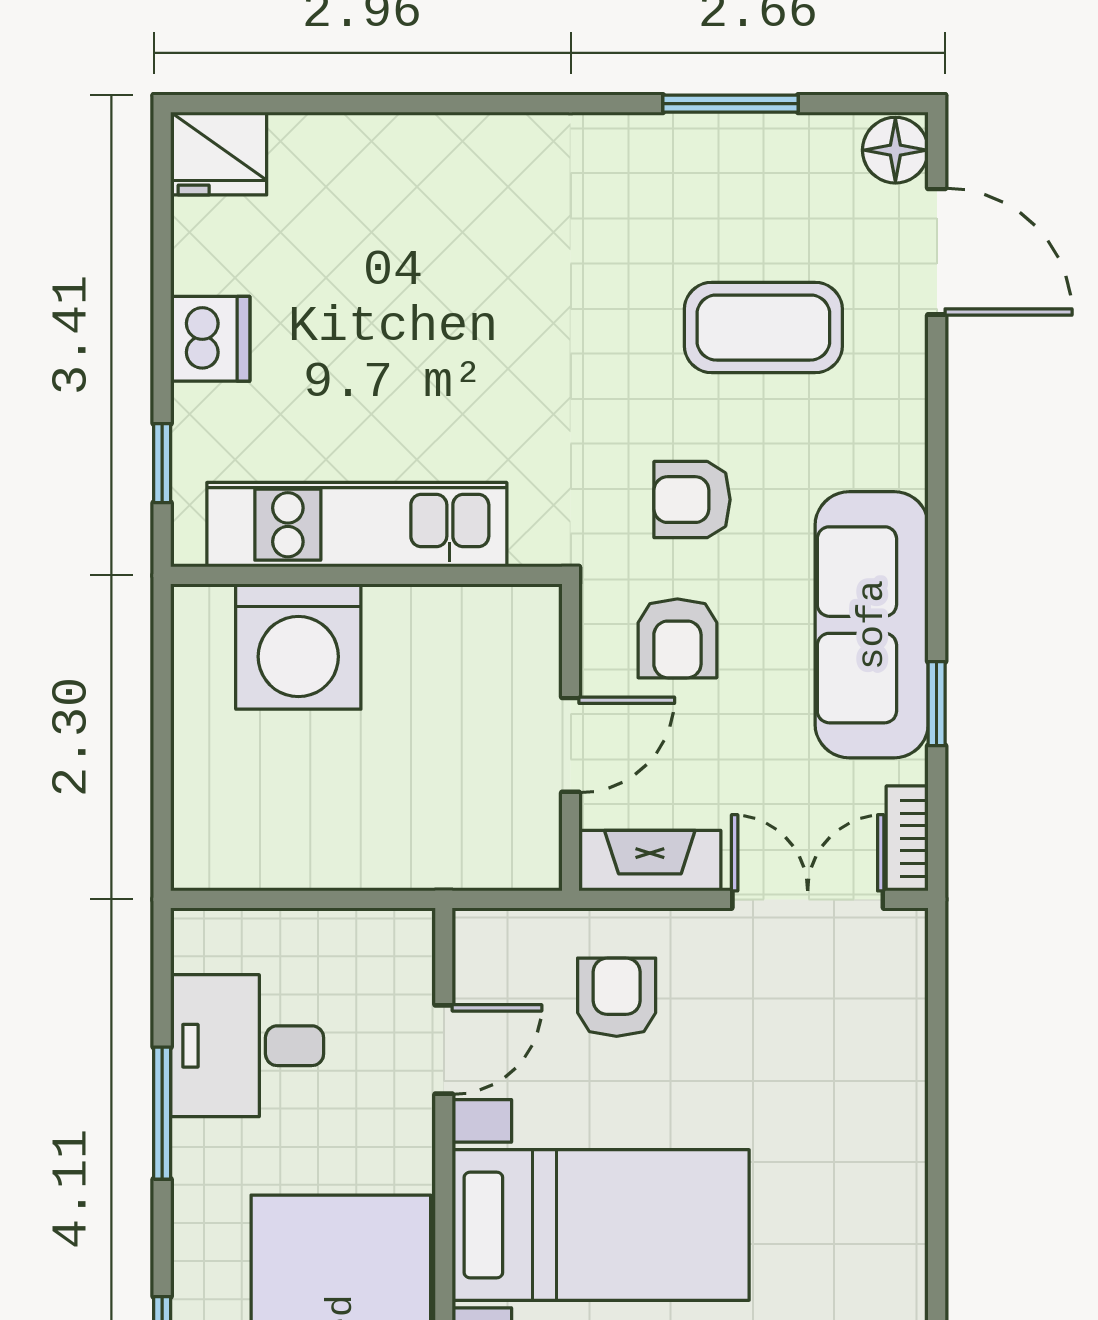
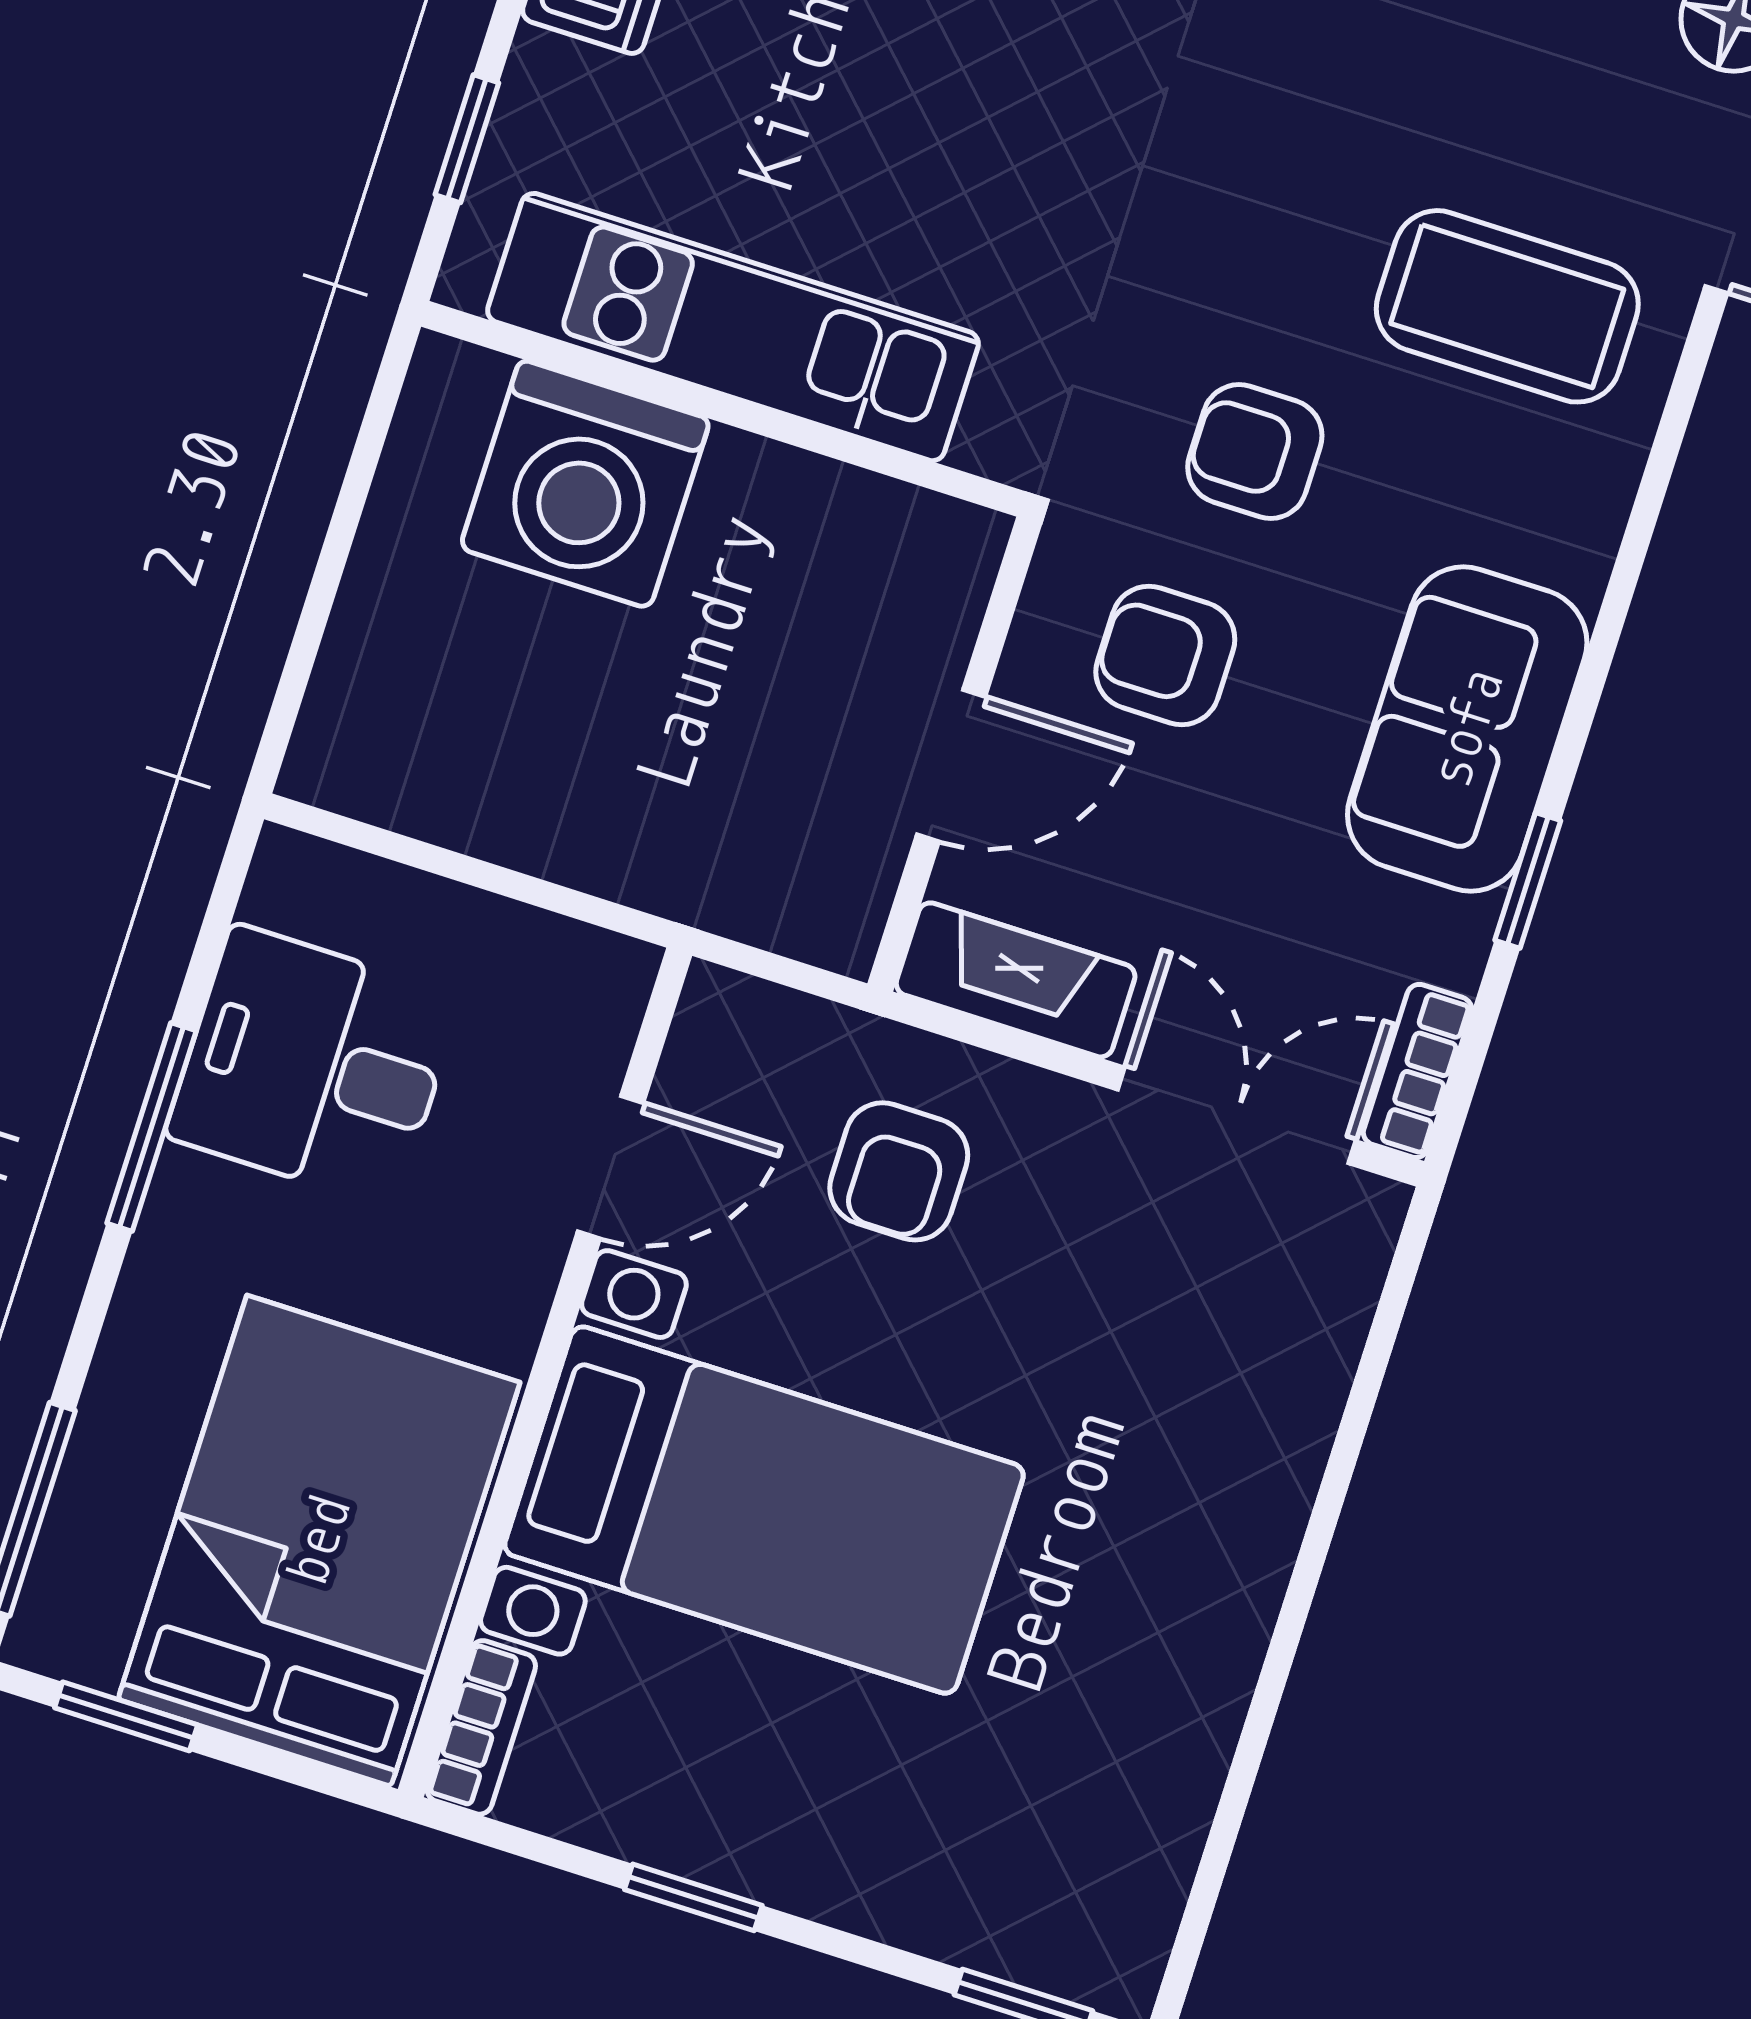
coffee table: (763, 328) -> (1507, 306), moved
sofa: (872, 625) -> (1467, 729), width x0.73
armchair: (677, 638) -> (1165, 655), turned 90
armchair: (617, 997) -> (899, 1171), turned 180

